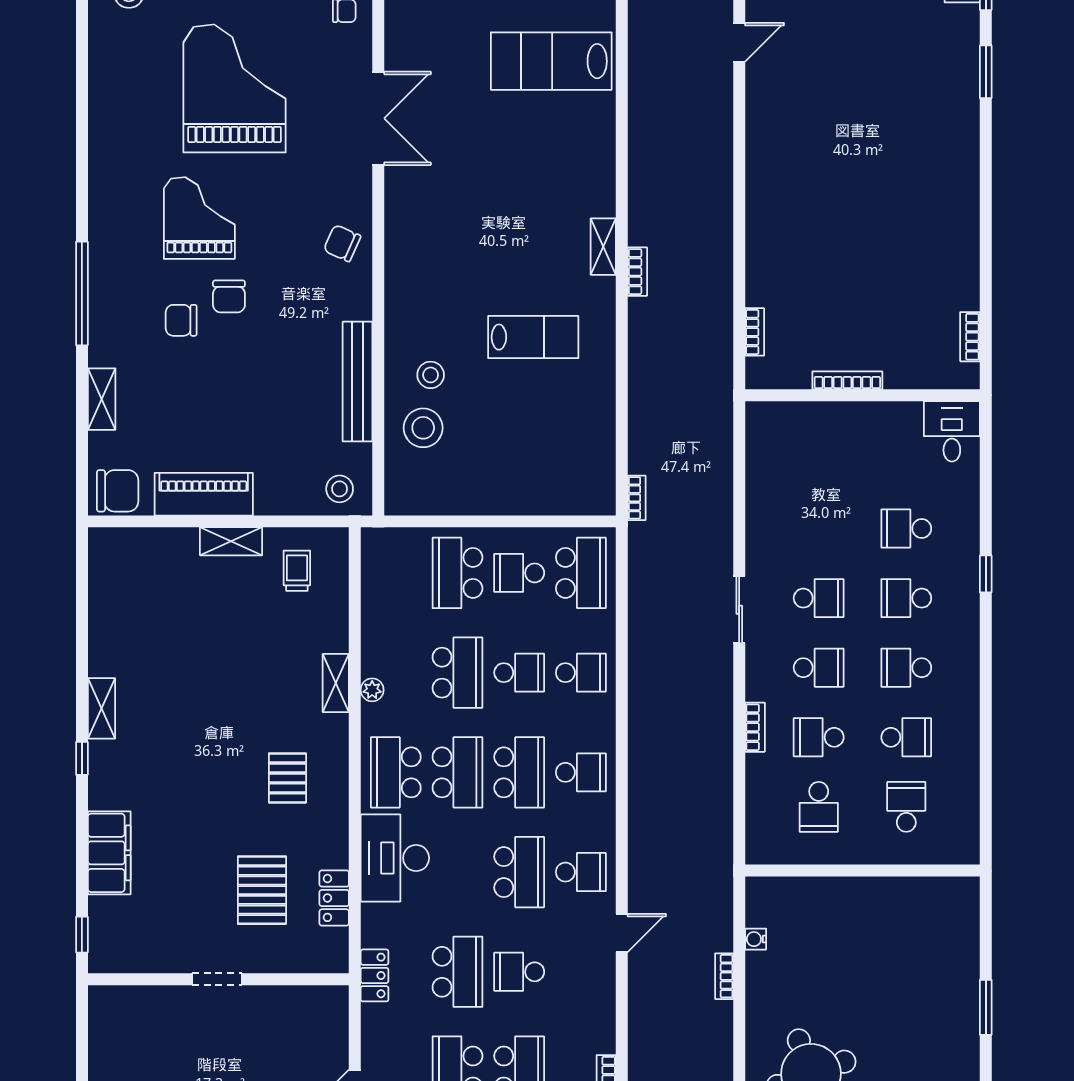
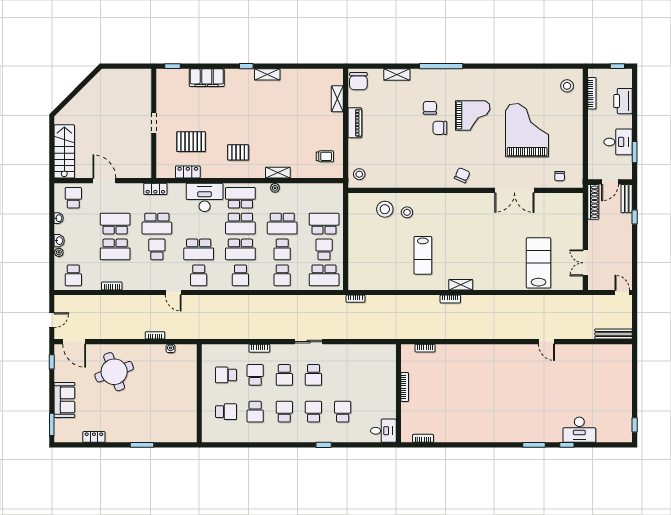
grand piano: (235, 88) -> (527, 130), turned -90
bench: (358, 382) -> (404, 182), removed
piano: (204, 494) -> (355, 123), width x0.73, depth x0.75
shelving: (231, 541) -> (337, 99), moved

